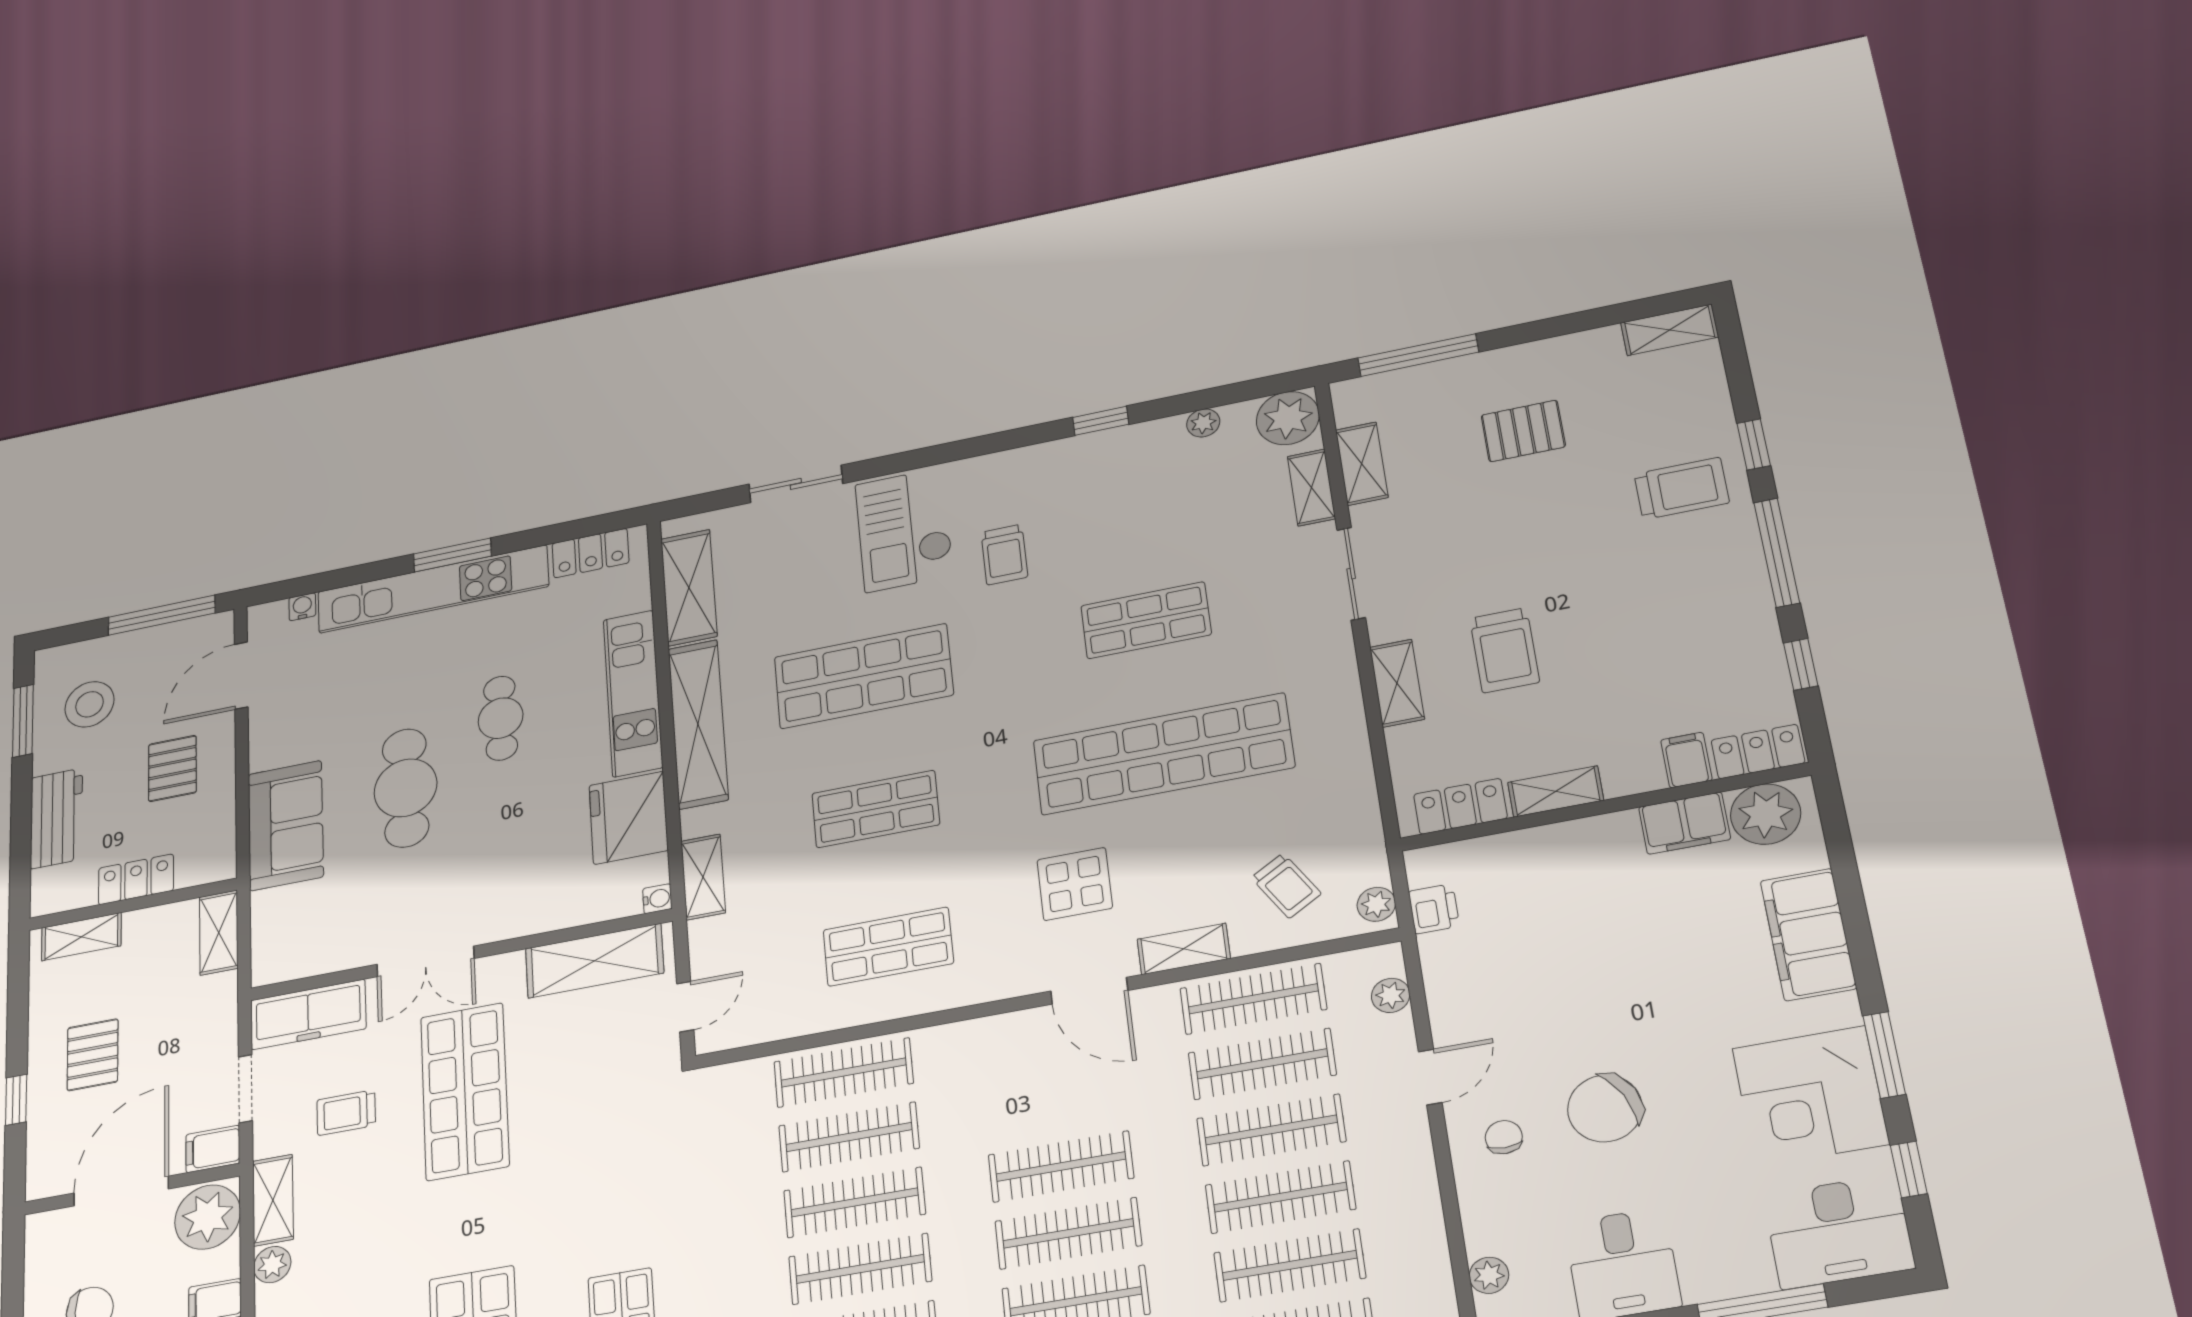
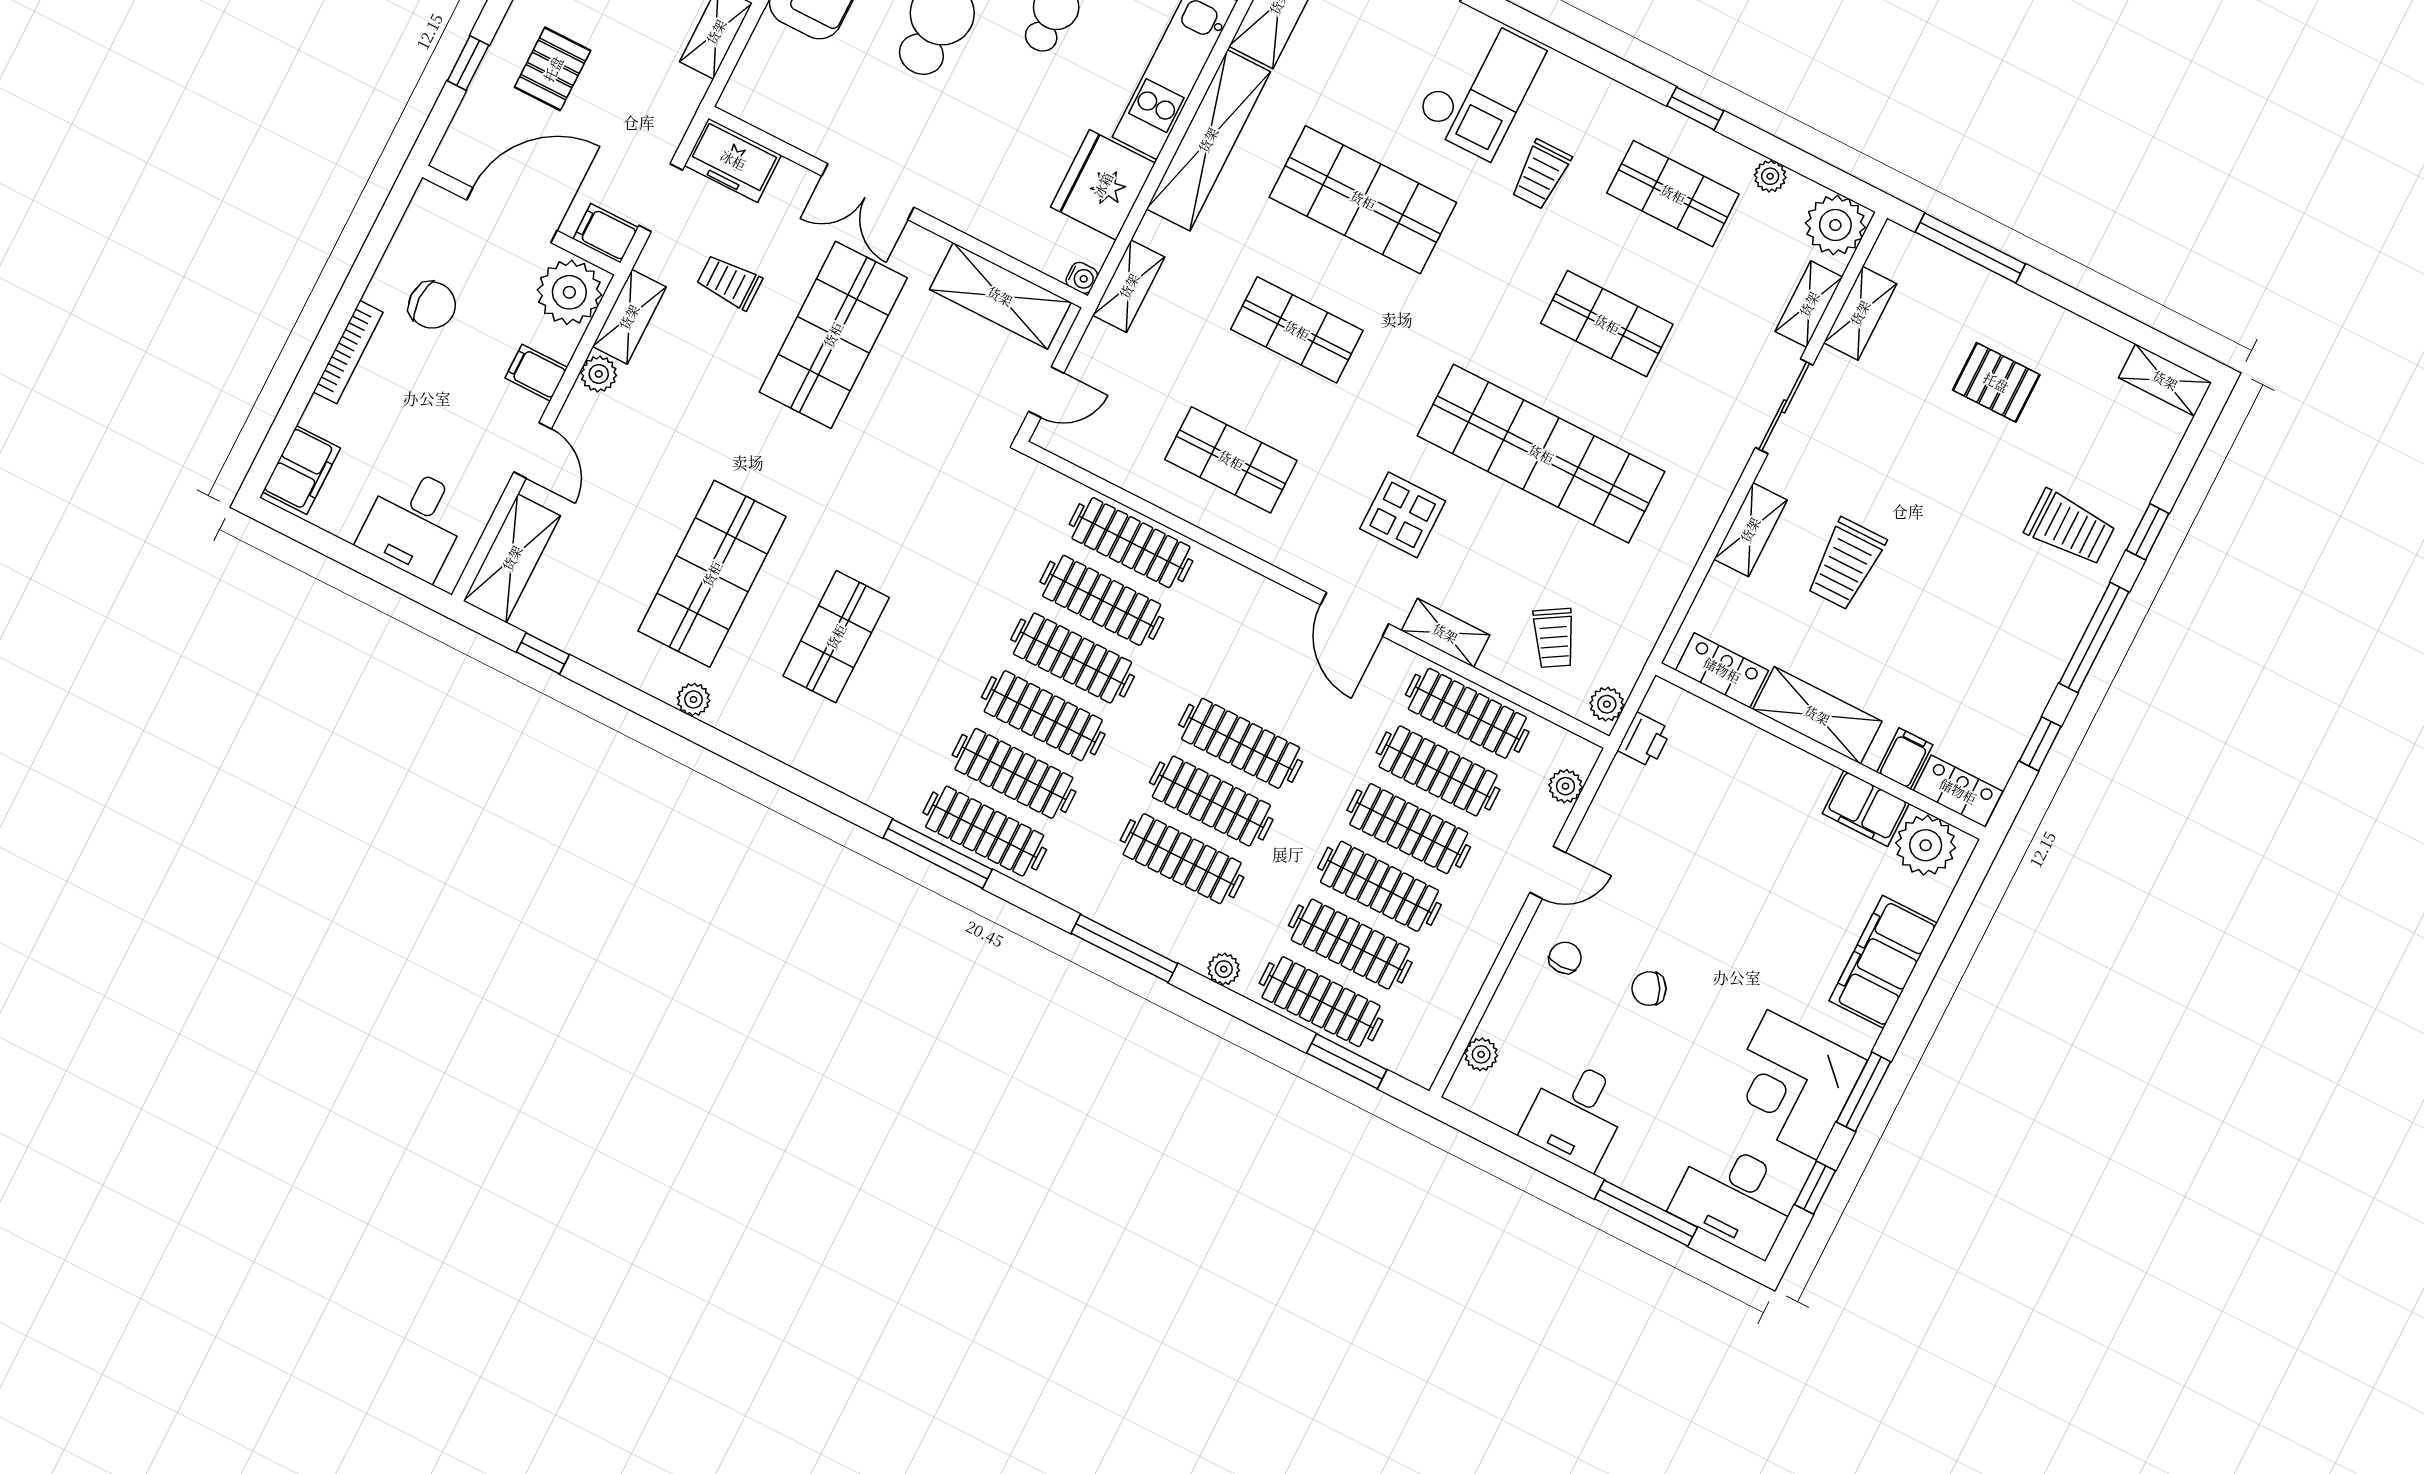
shop shelf: (1129, 491) -> (1673, 194), added
checkout: (904, 530) -> (1480, 87), turned 180
shelving: (1556, 791) -> (1817, 715), width x1.50, depth x1.33
freezer: (308, 1014) -> (733, 160), width x0.71
chair: (1605, 1108) -> (1649, 989), width x0.54, depth x0.54

